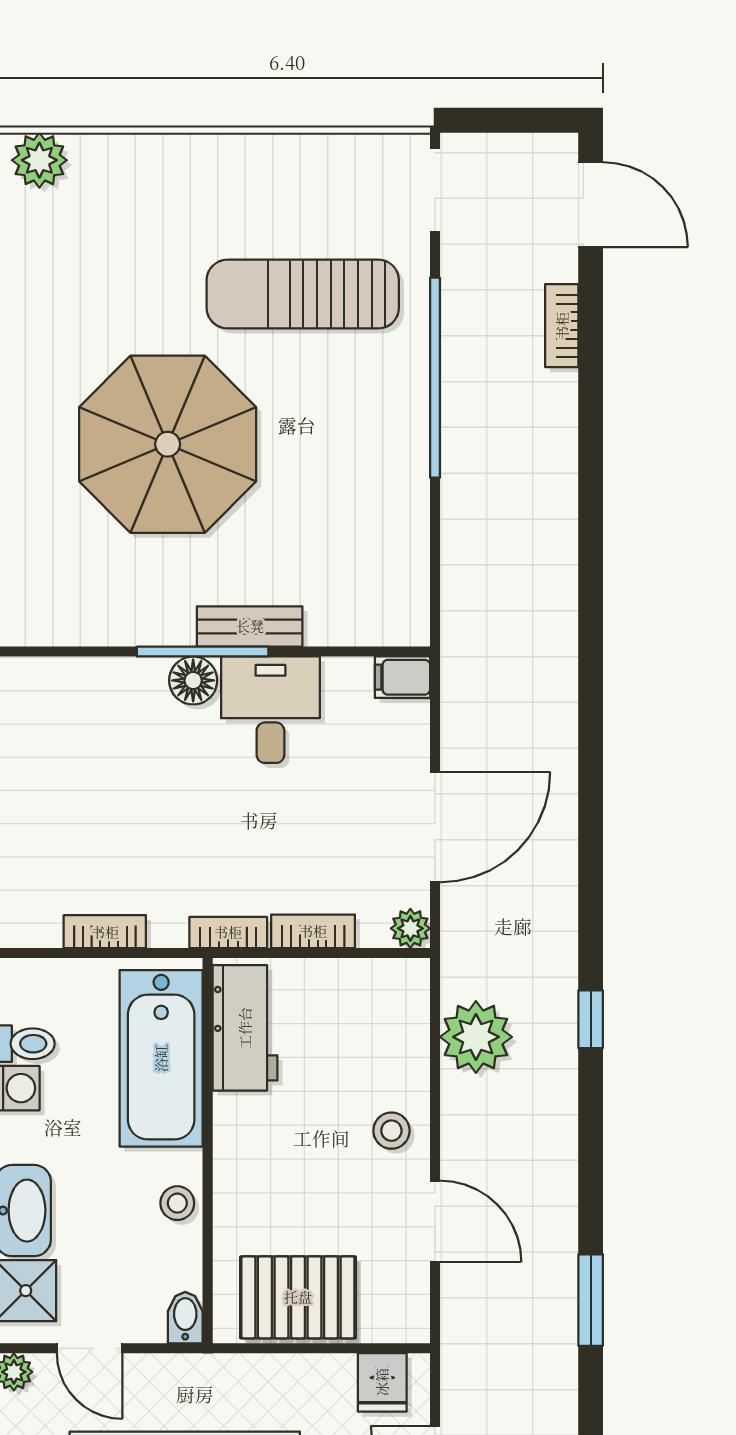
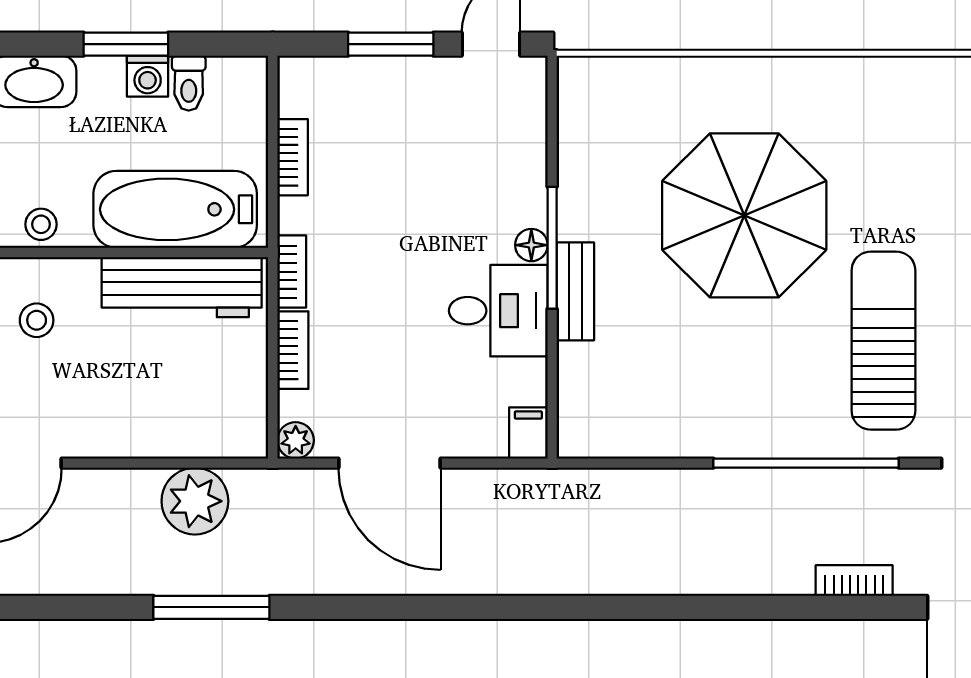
floor lamp: (193, 680) -> (531, 245), width x0.73, depth x0.73
window: (591, 1019) -> (211, 607), width x2.17
workbench: (245, 1028) -> (182, 287), width x1.38
stool: (391, 1131) -> (37, 320), moved

